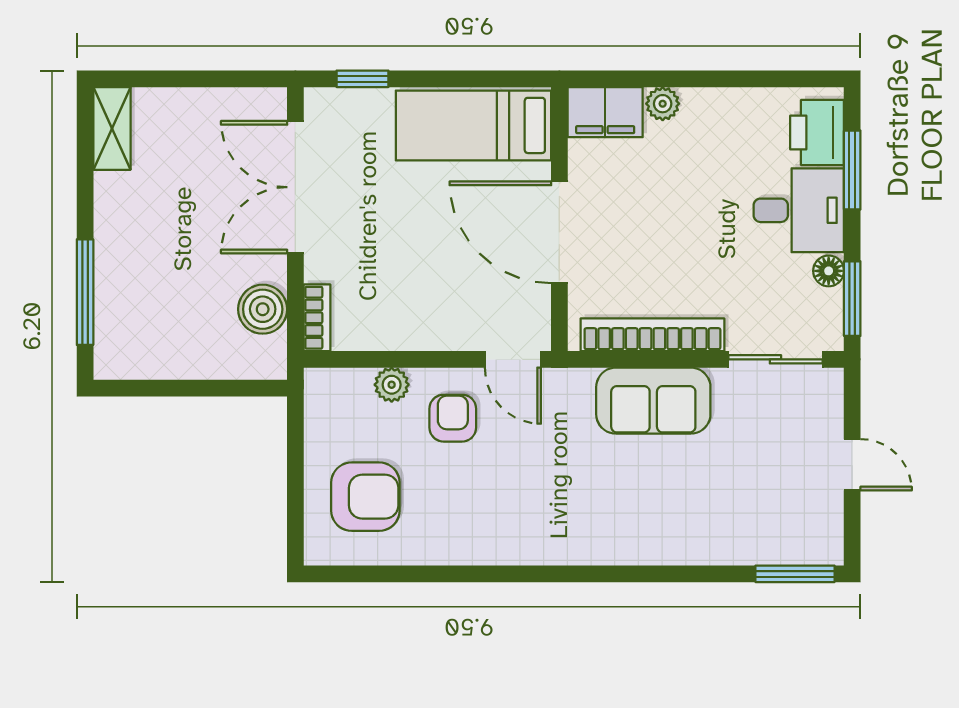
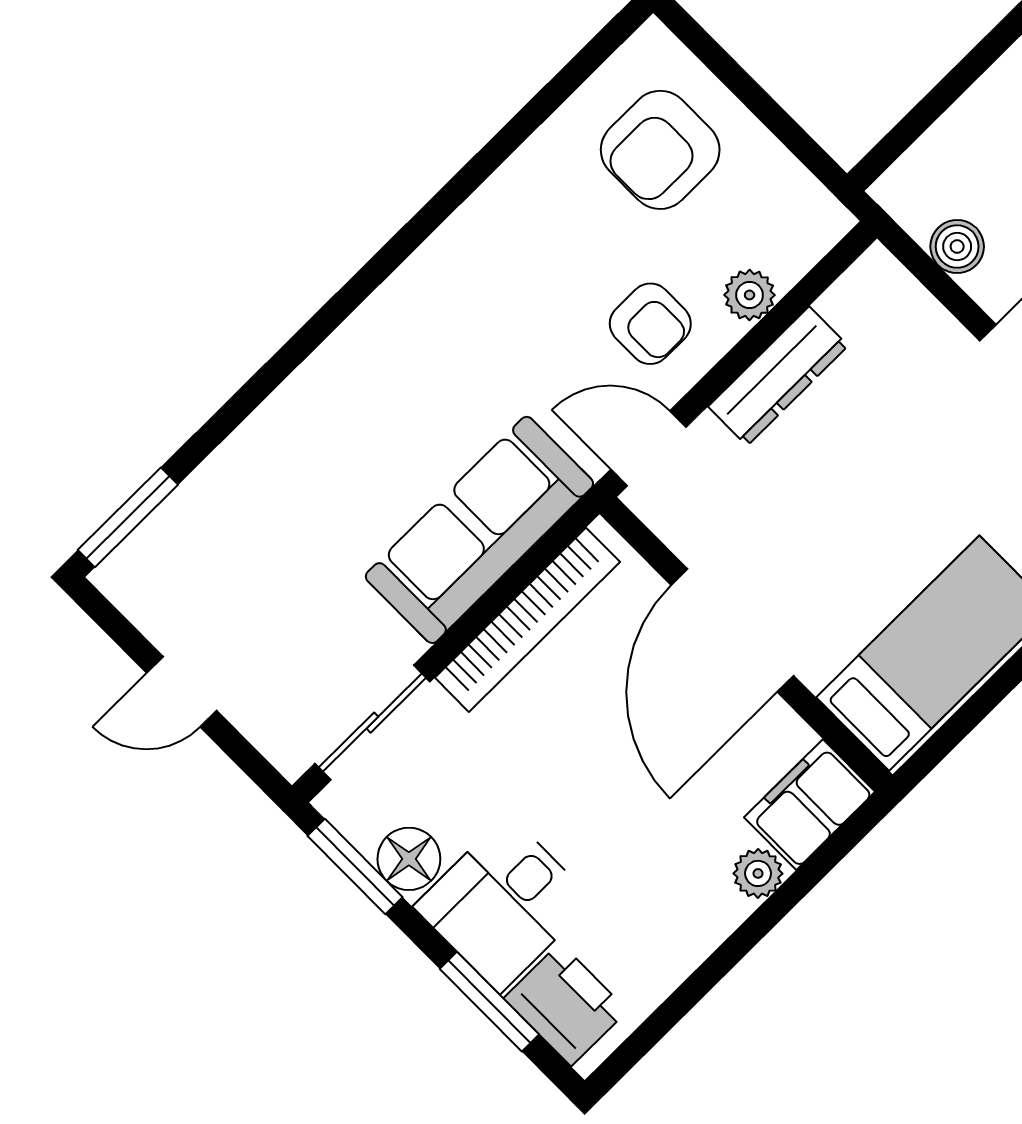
door: (559, 232) -> (732, 630), swing flipped
floor lamp: (829, 271) -> (409, 859), width x1.37, depth x1.37
boiler: (263, 309) -> (957, 247), width x0.73, depth x0.73
bookcase: (317, 318) -> (898, 287), removed
dresser: (417, 332) -> (778, 376), added
sofa: (653, 401) -> (479, 530), width x1.36

